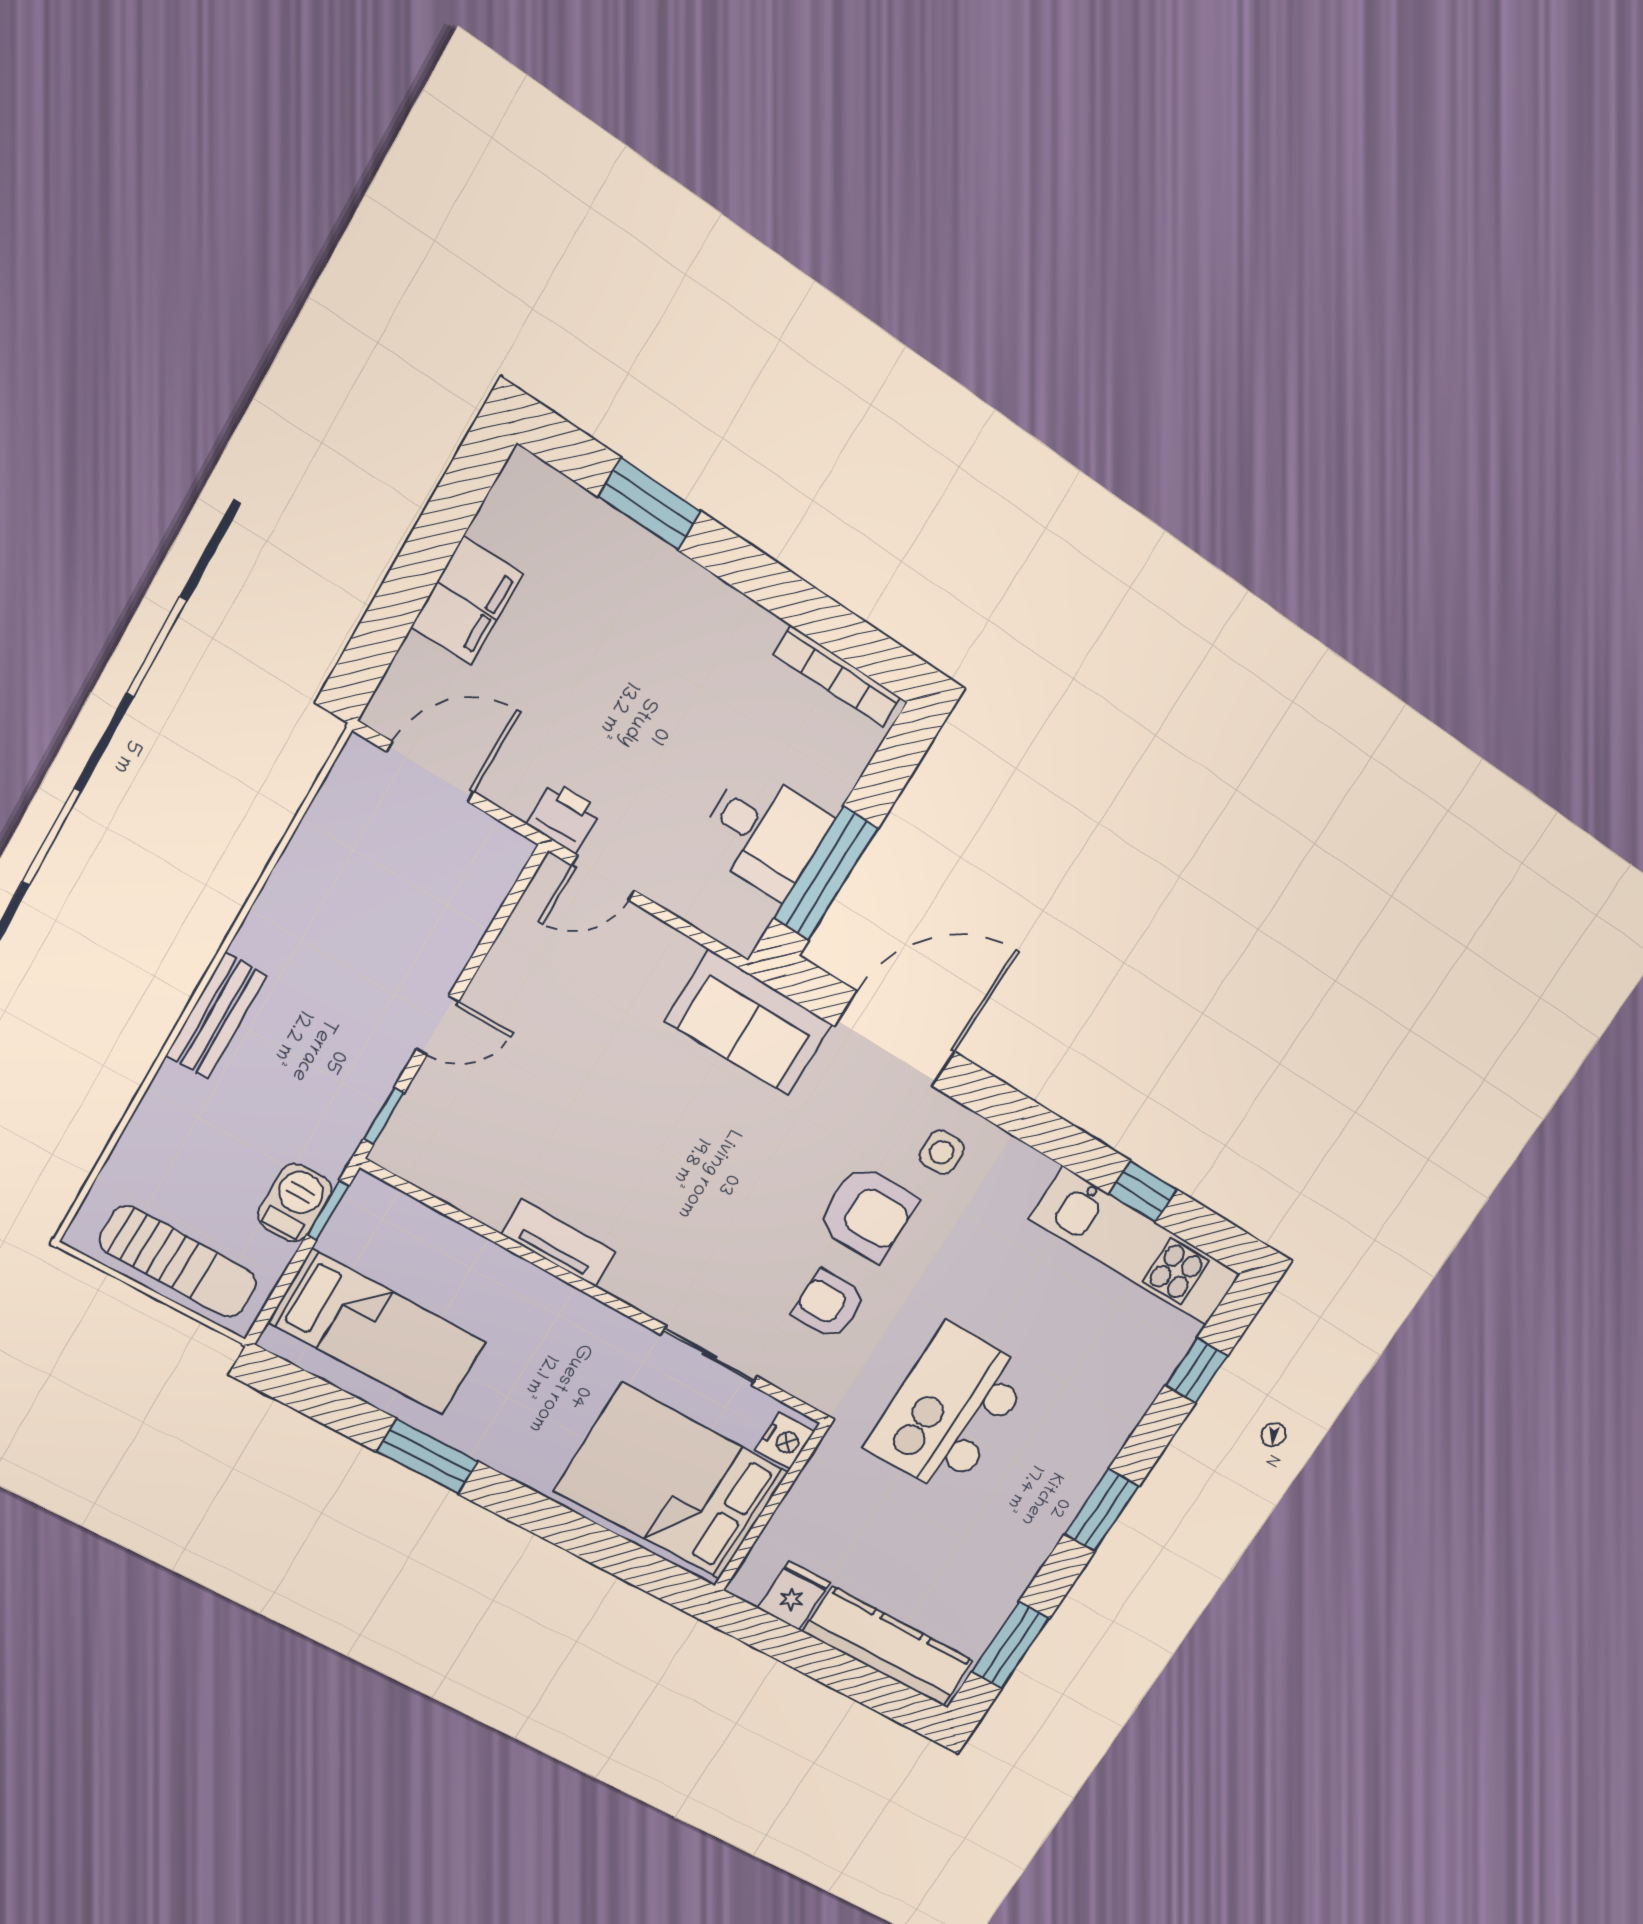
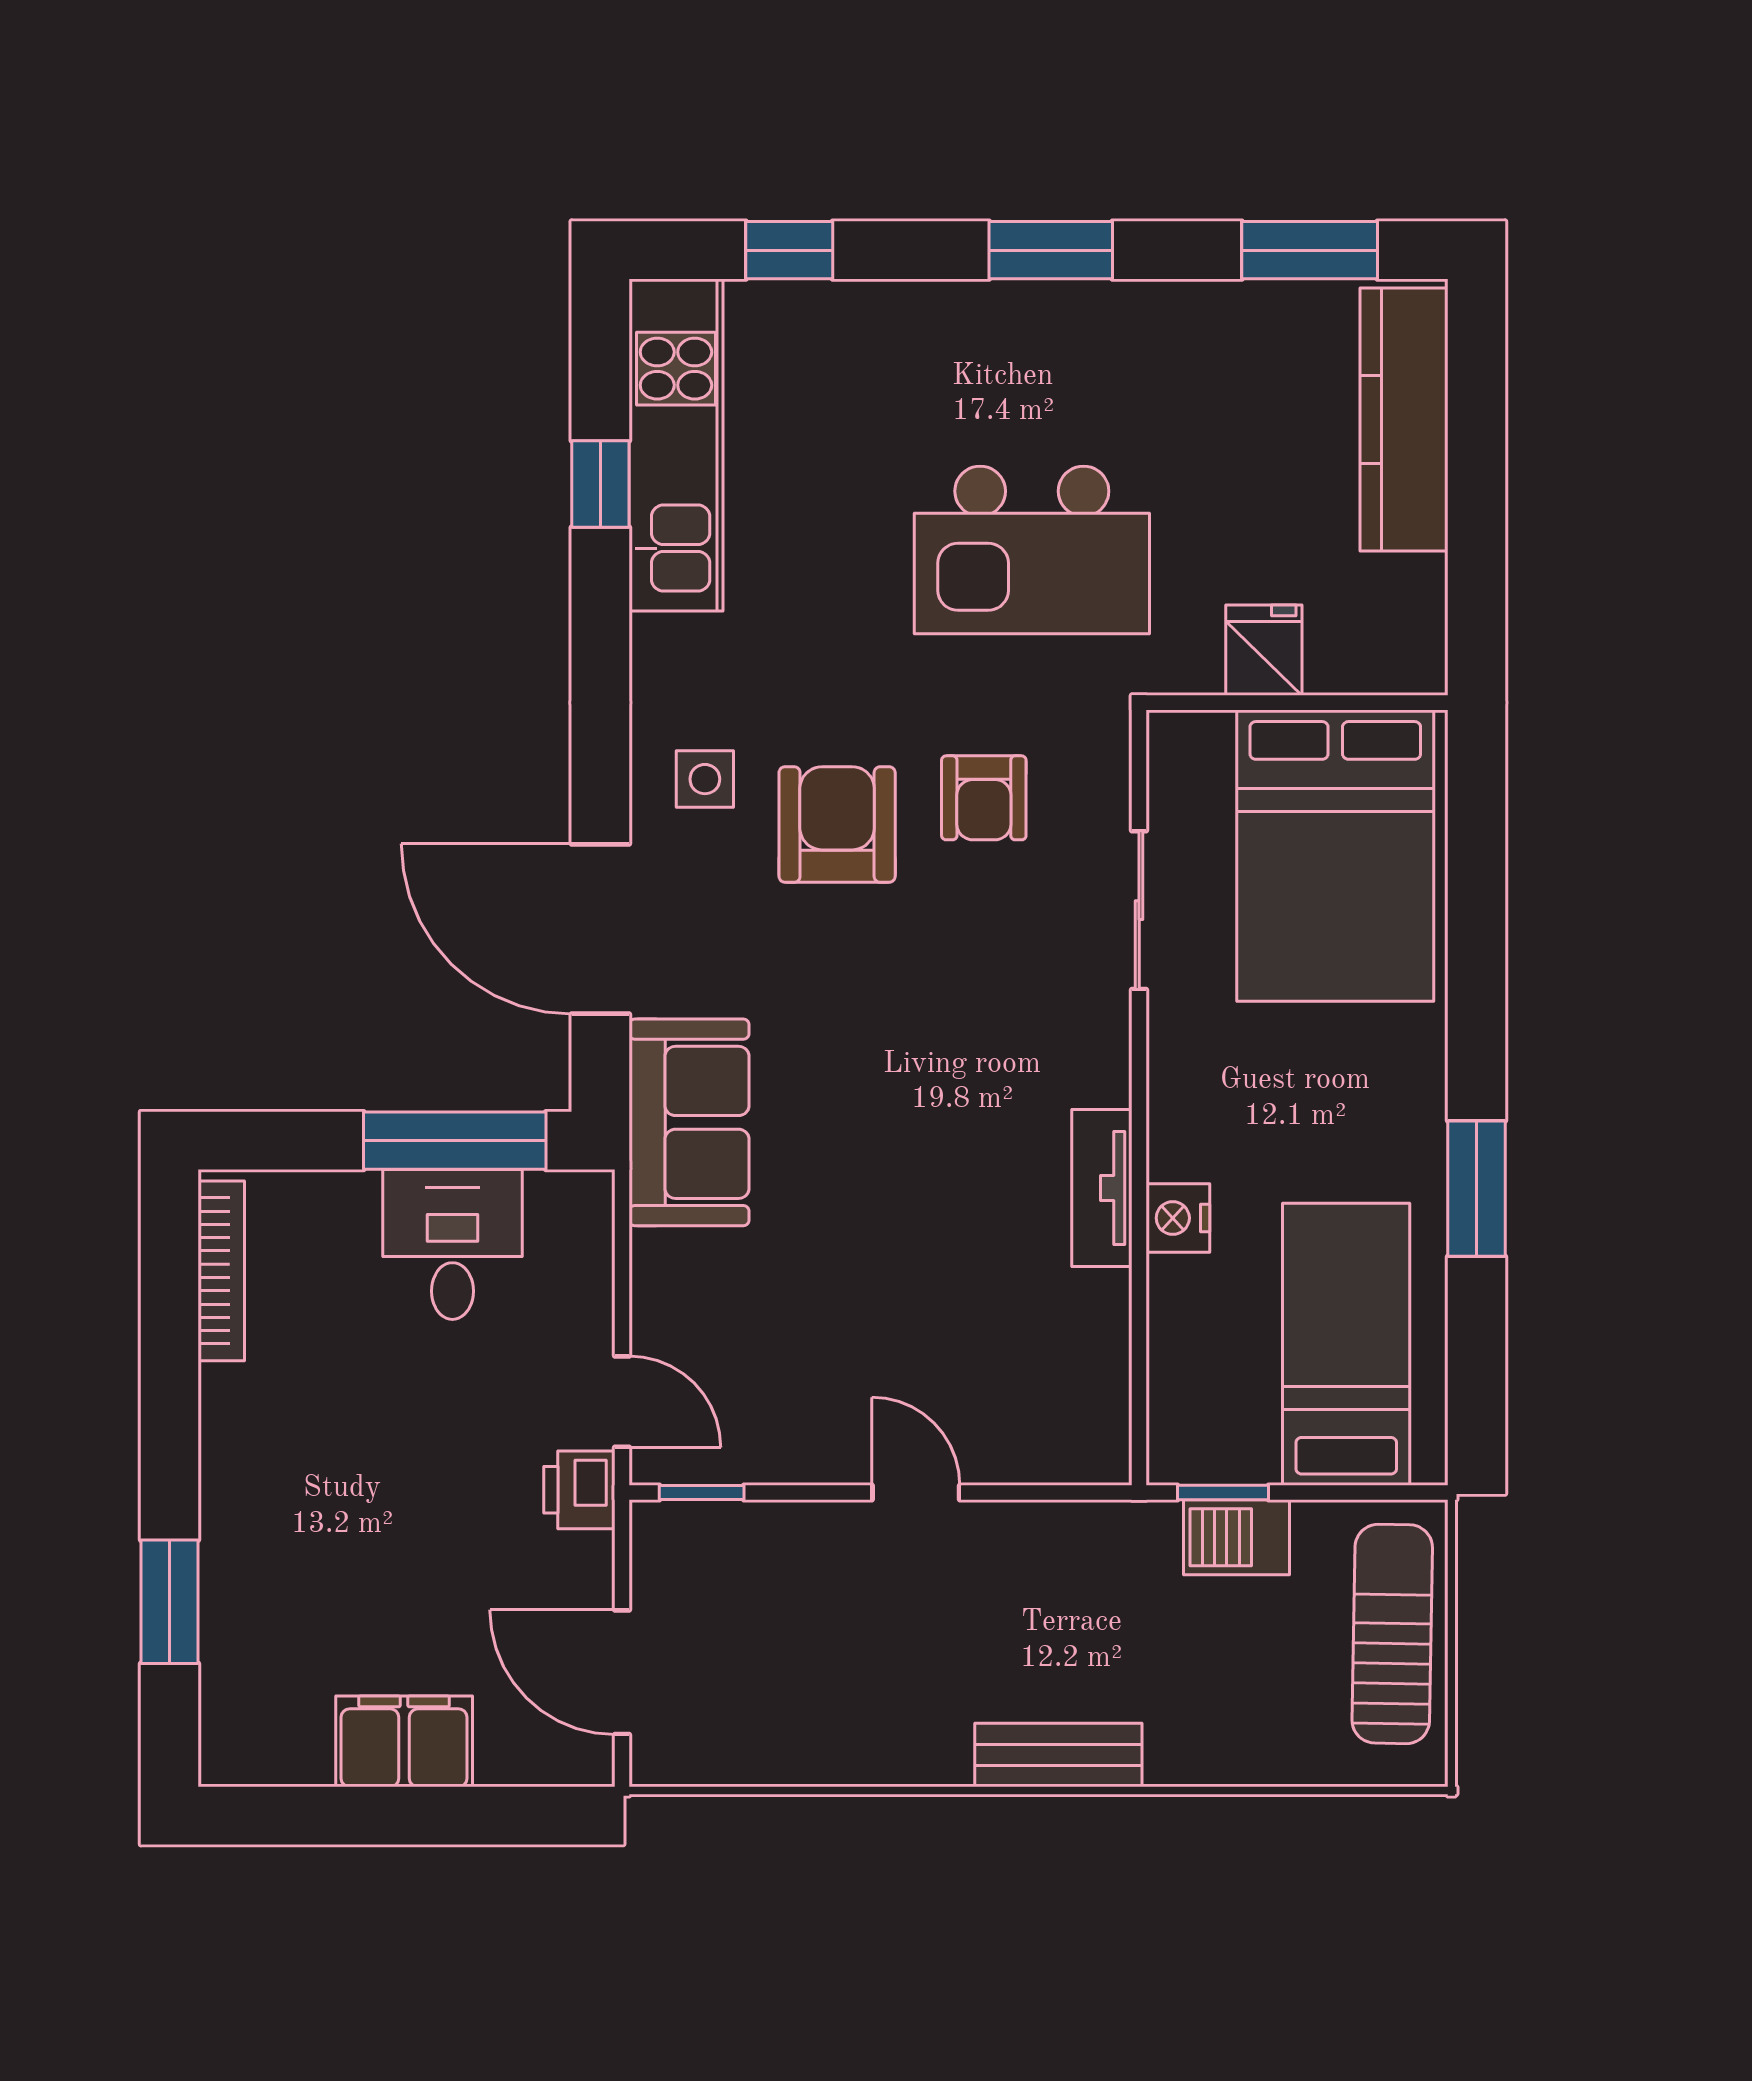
window: (384, 1116) -> (702, 1493), moved
nightstand: (785, 1441) -> (1178, 1218), moved, turned -90
fridge: (794, 1595) -> (1264, 650), moved, turned 90

